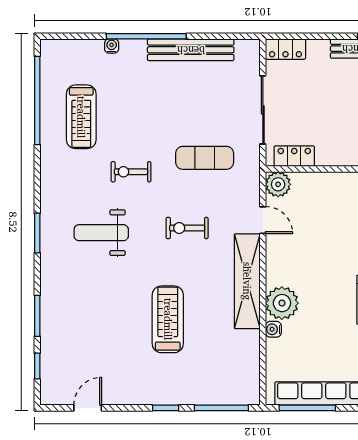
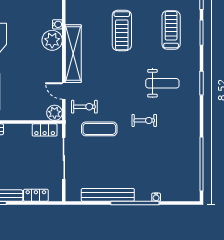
locker: (285, 49) -> (36, 195), moved
treadmill: (81, 117) -> (171, 30), moved
exercise bike: (187, 228) -> (84, 107), moved

